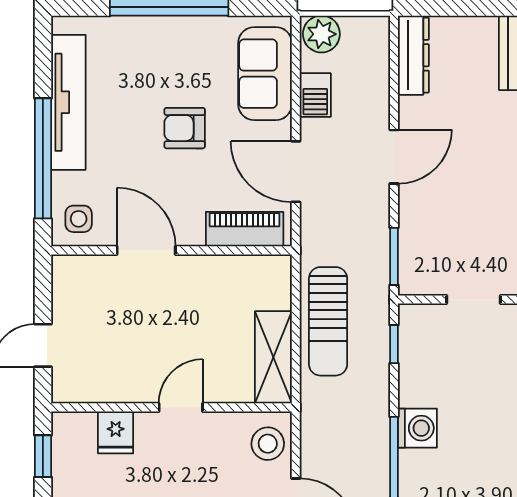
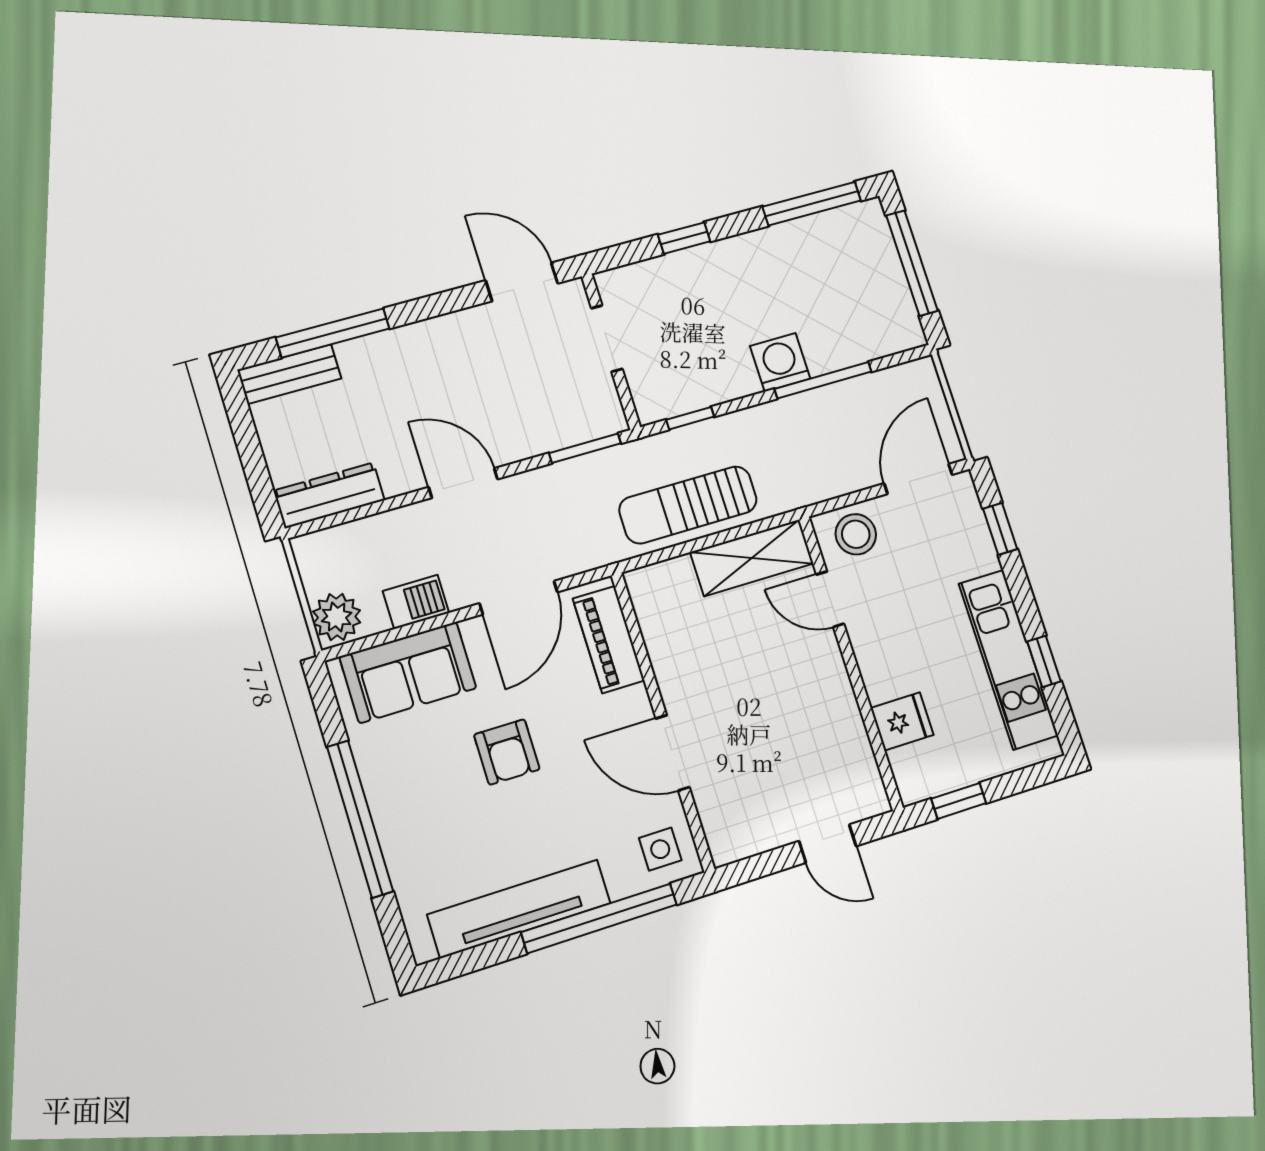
door: (146, 250) -> (673, 753), hinge flipped
sun lounger: (328, 321) -> (688, 505), turned 180
door: (181, 407) -> (830, 599), moved

